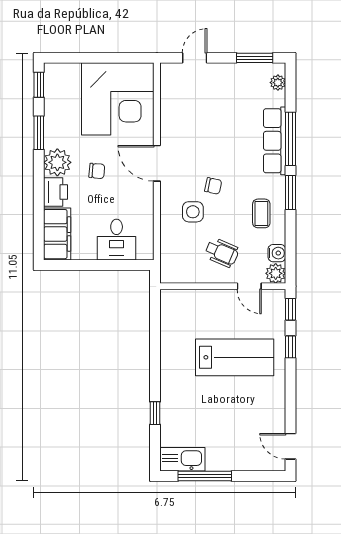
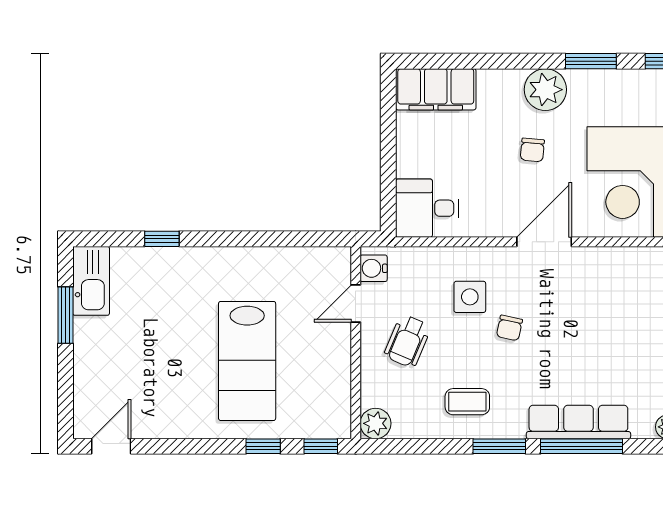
printer: (55, 192) -> (500, 87), removed
desk: (117, 240) -> (427, 208), moved
water cooler: (277, 253) -> (374, 268), moved, turned 90
door: (249, 286) -> (356, 304), moved
window: (205, 476) -> (65, 315), width x0.69

